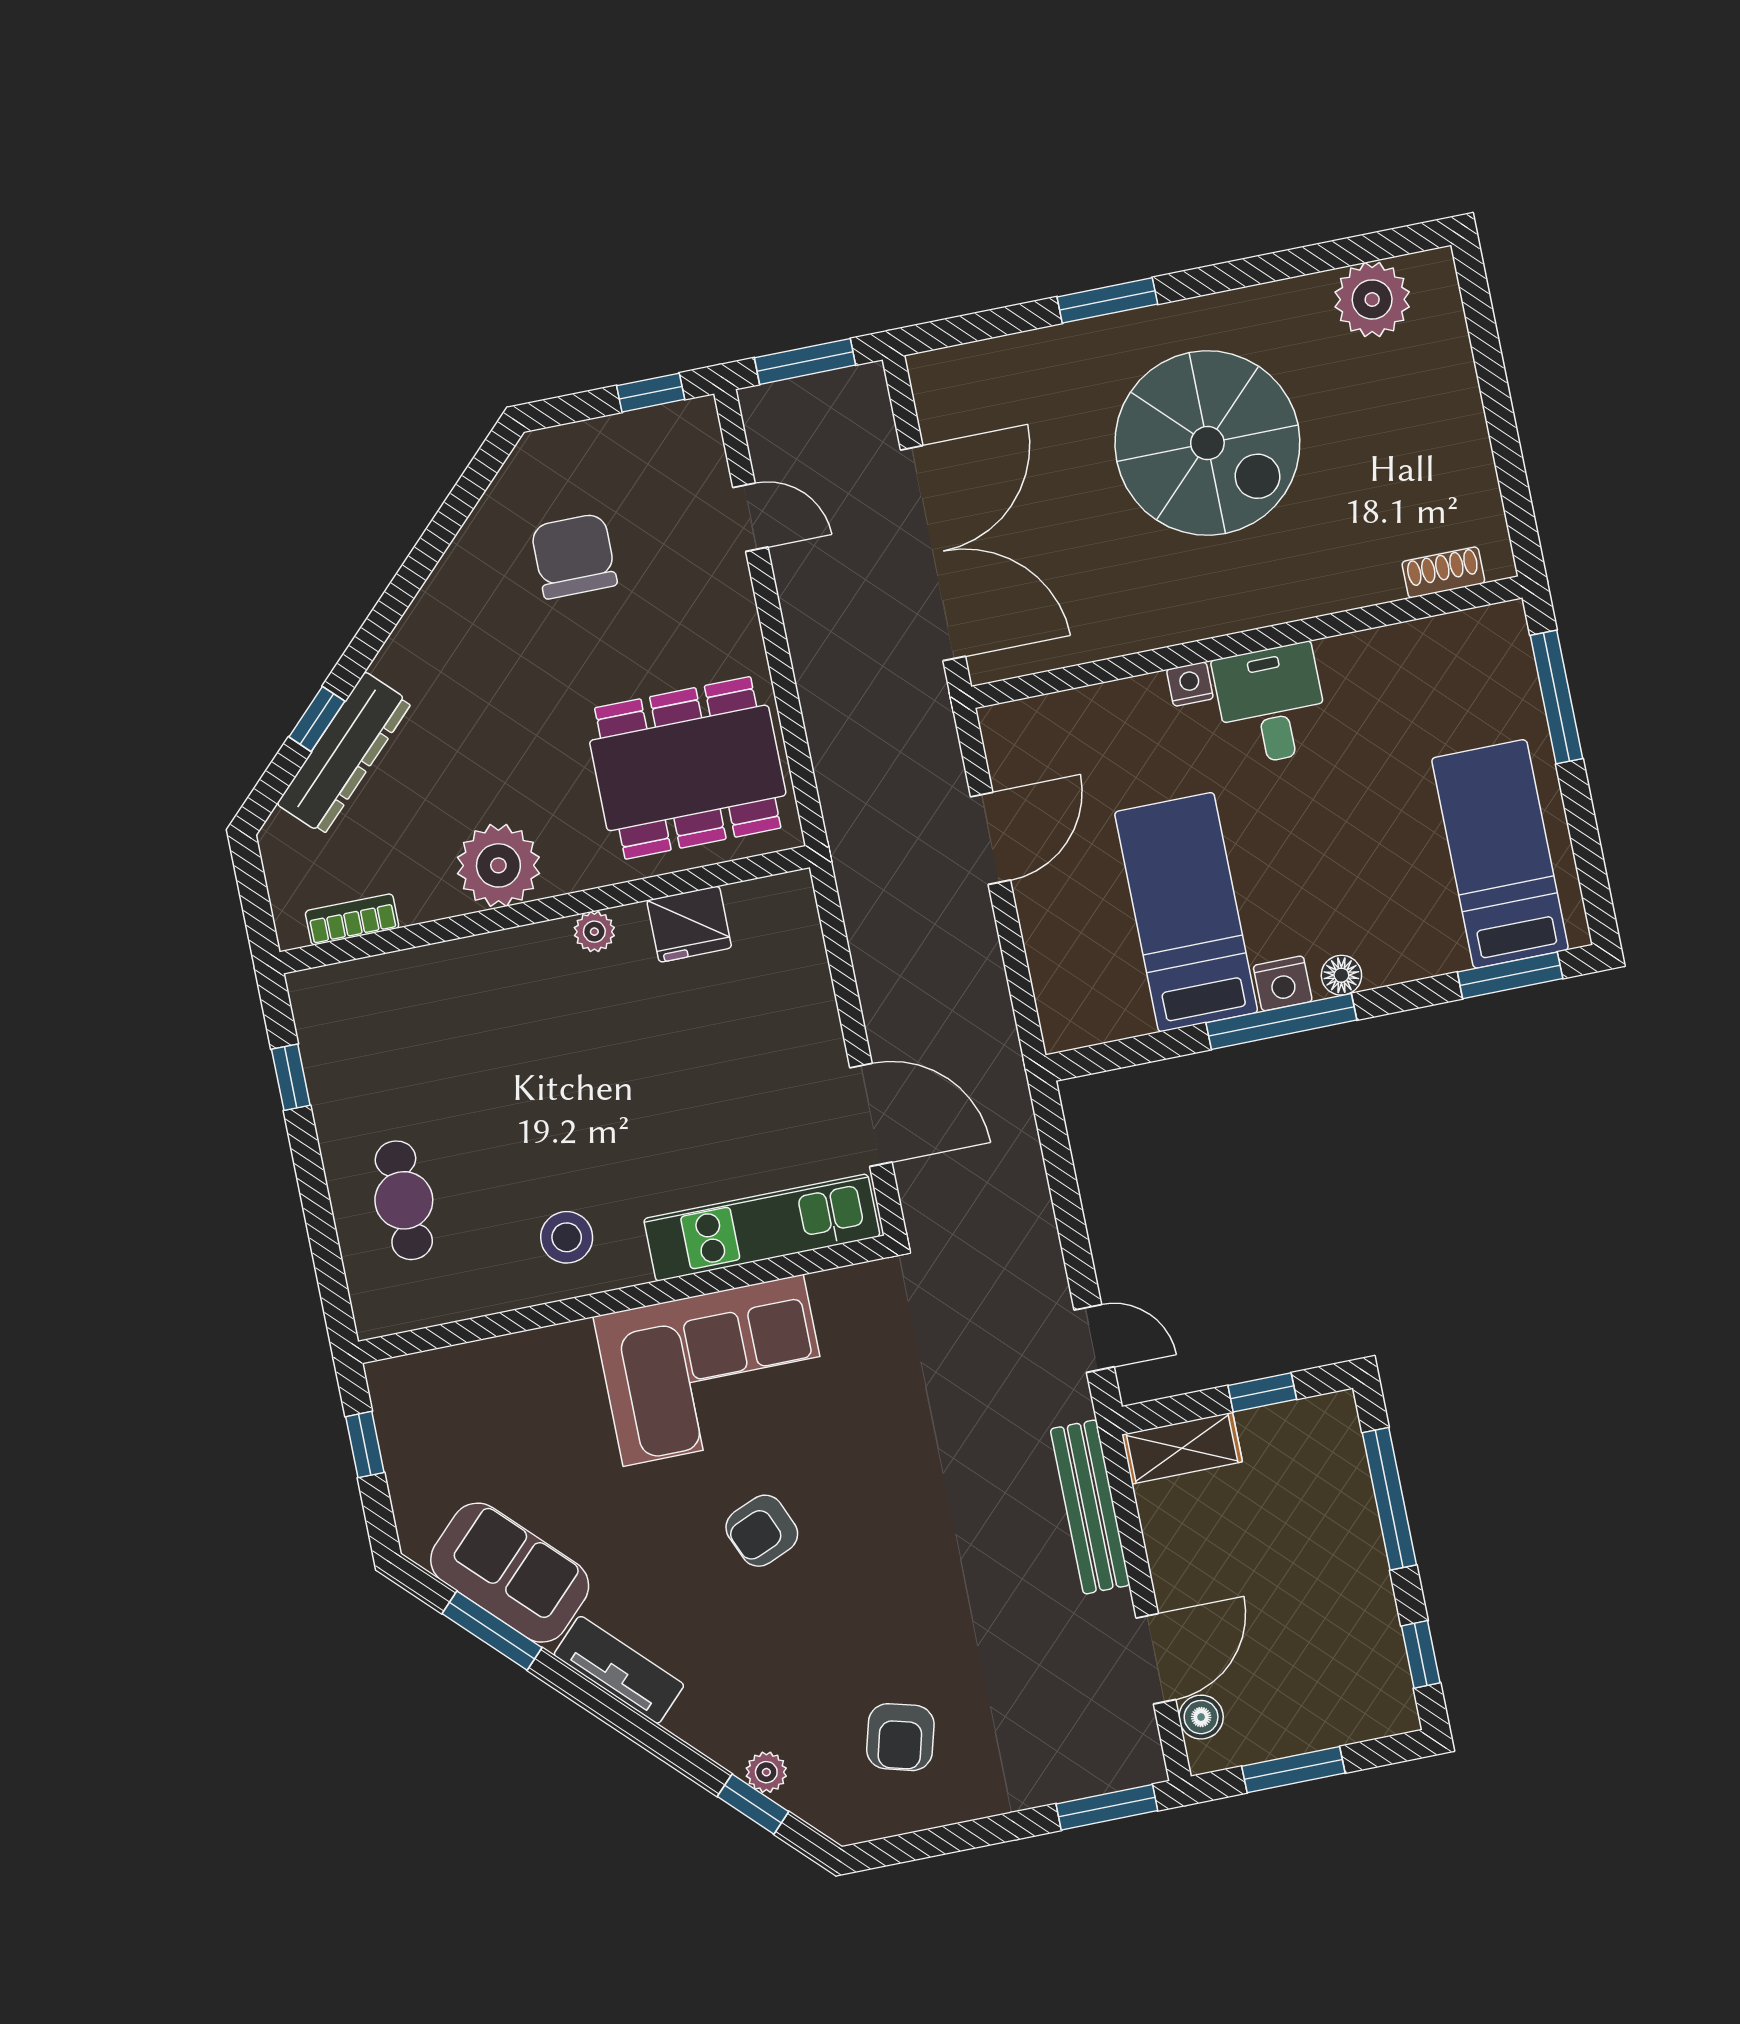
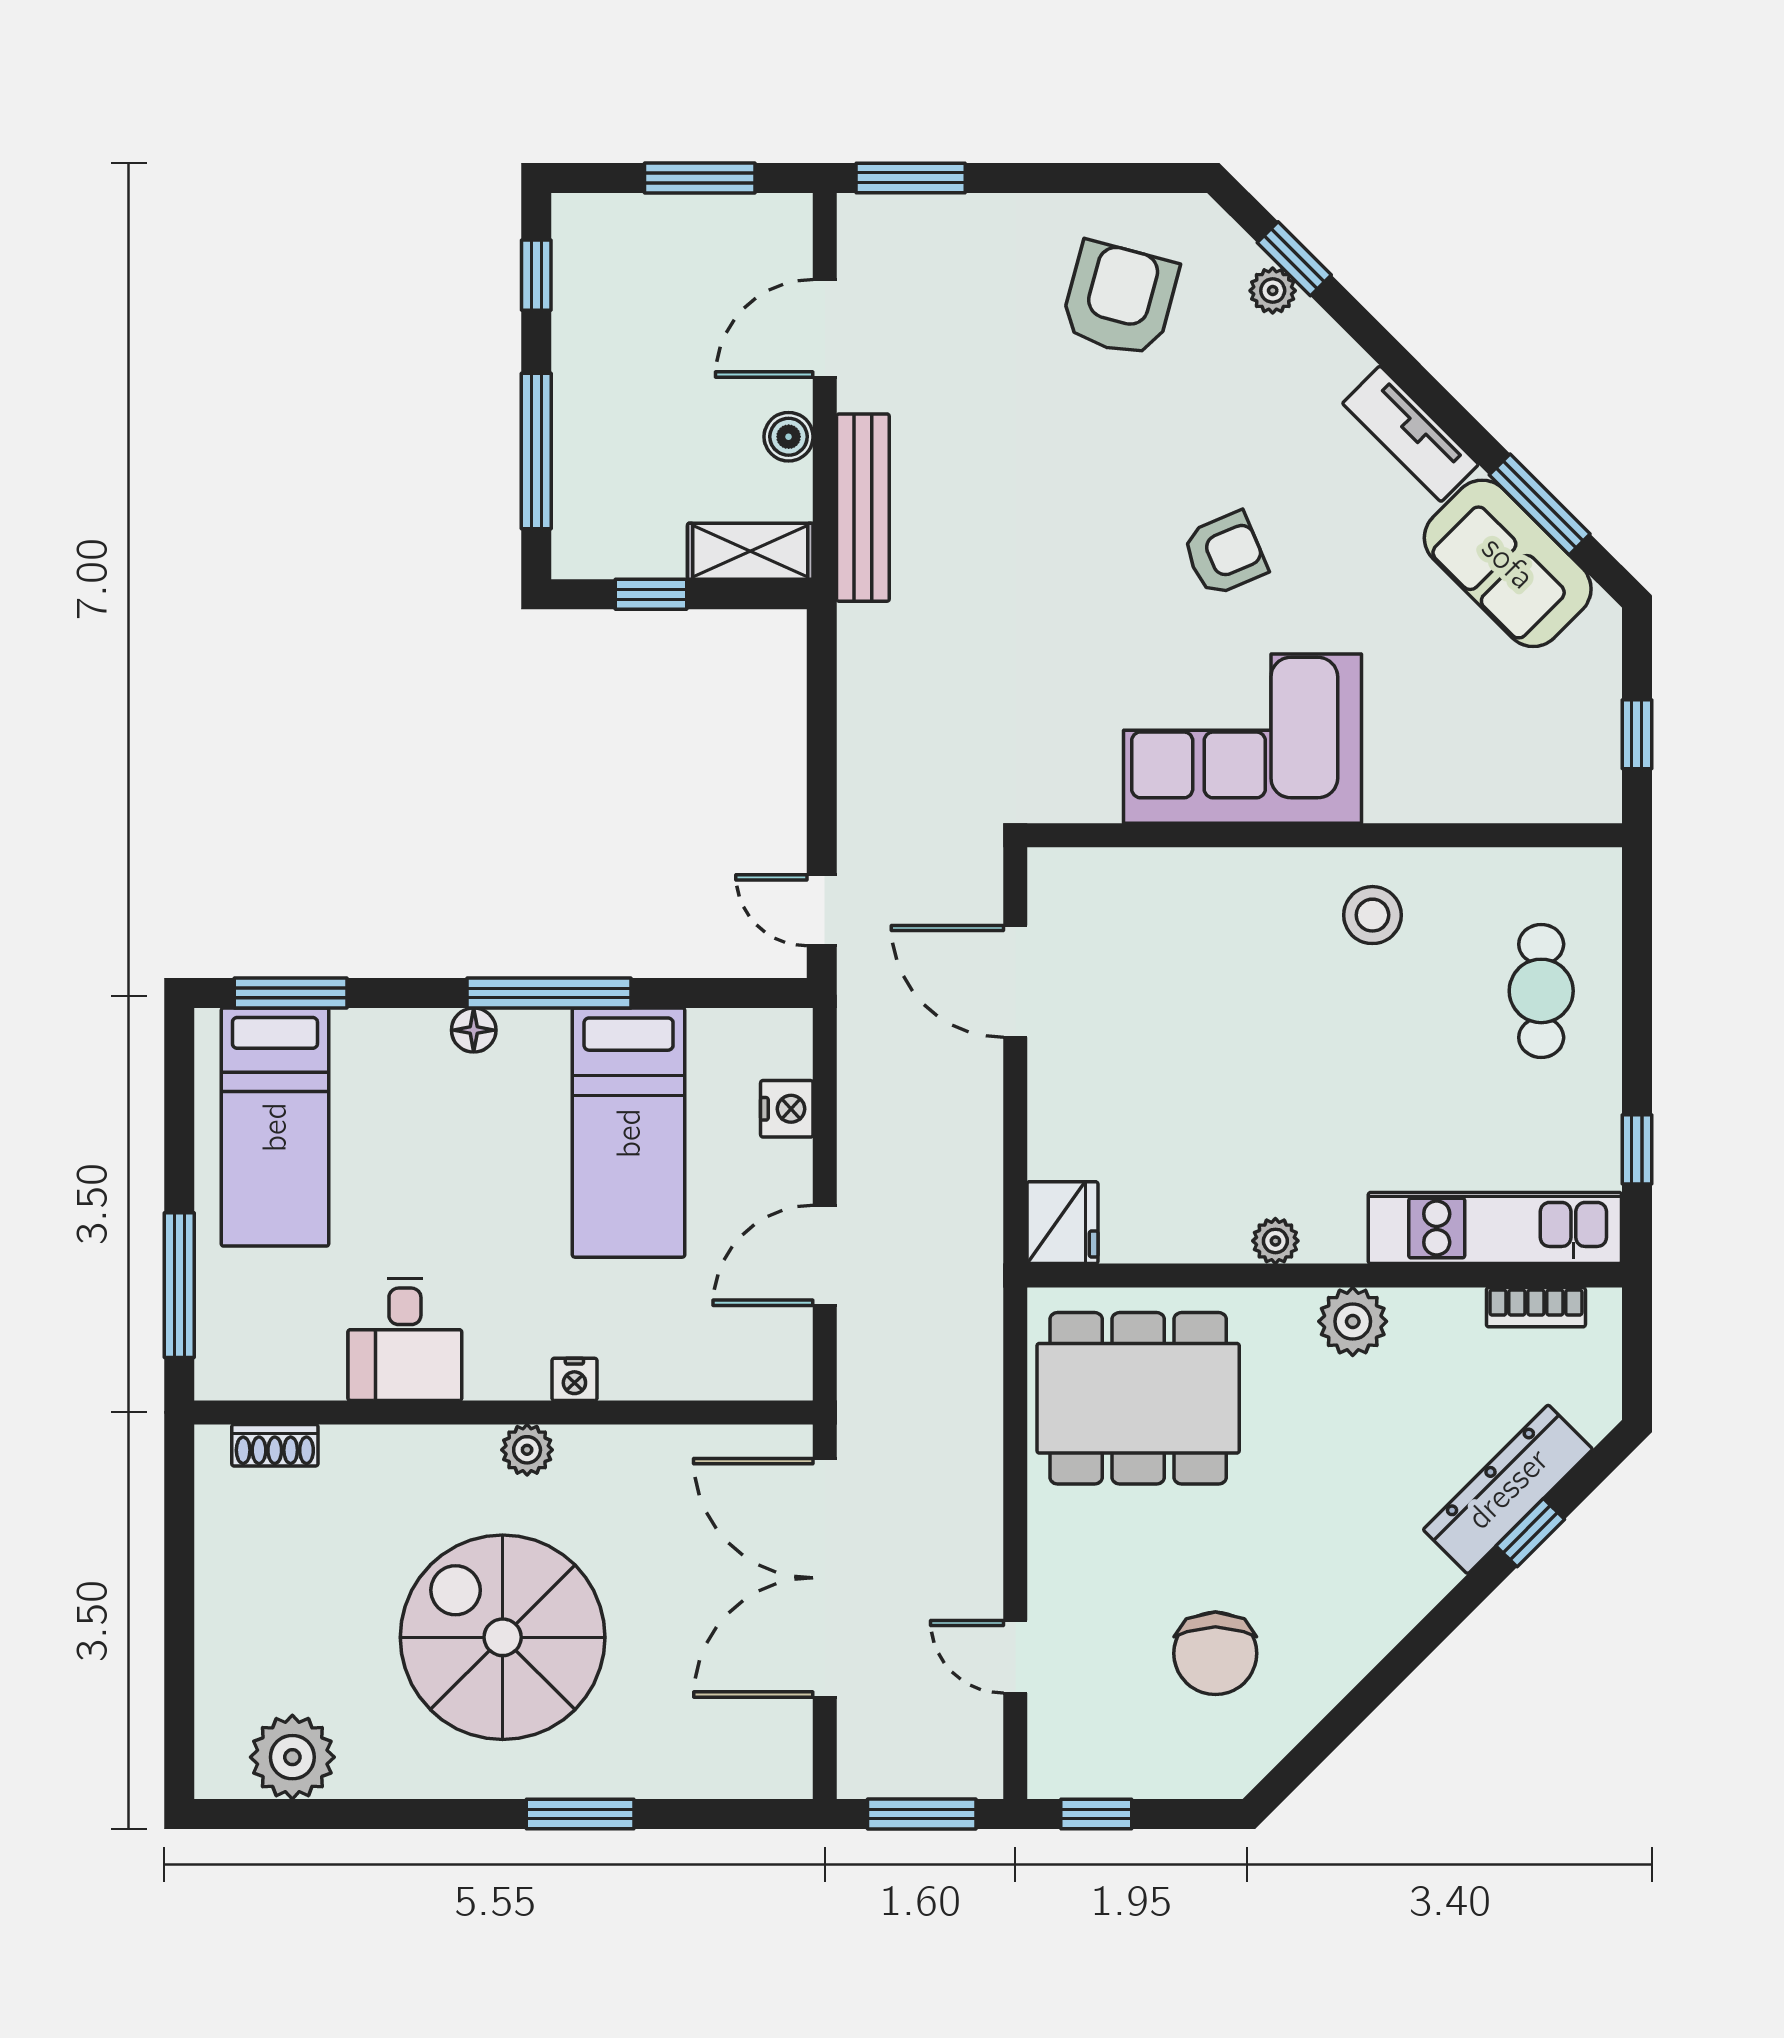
plant: (1219, 613) -> (527, 1450), added
desk: (1271, 705) -> (405, 1339), moved
plant: (498, 865) -> (1353, 1321), width x0.73, depth x0.73
fridge: (689, 924) -> (1062, 1223), moved, turned 90
nightstand: (1283, 983) -> (787, 1109), moved, turned 90
kitchen unit: (762, 1228) -> (1495, 1228), moved, turned 180
door: (1094, 1338) -> (822, 910), moved
boiler: (1201, 1717) -> (789, 437), moved
armchair: (900, 1737) -> (1119, 299), width x1.38, depth x1.38

